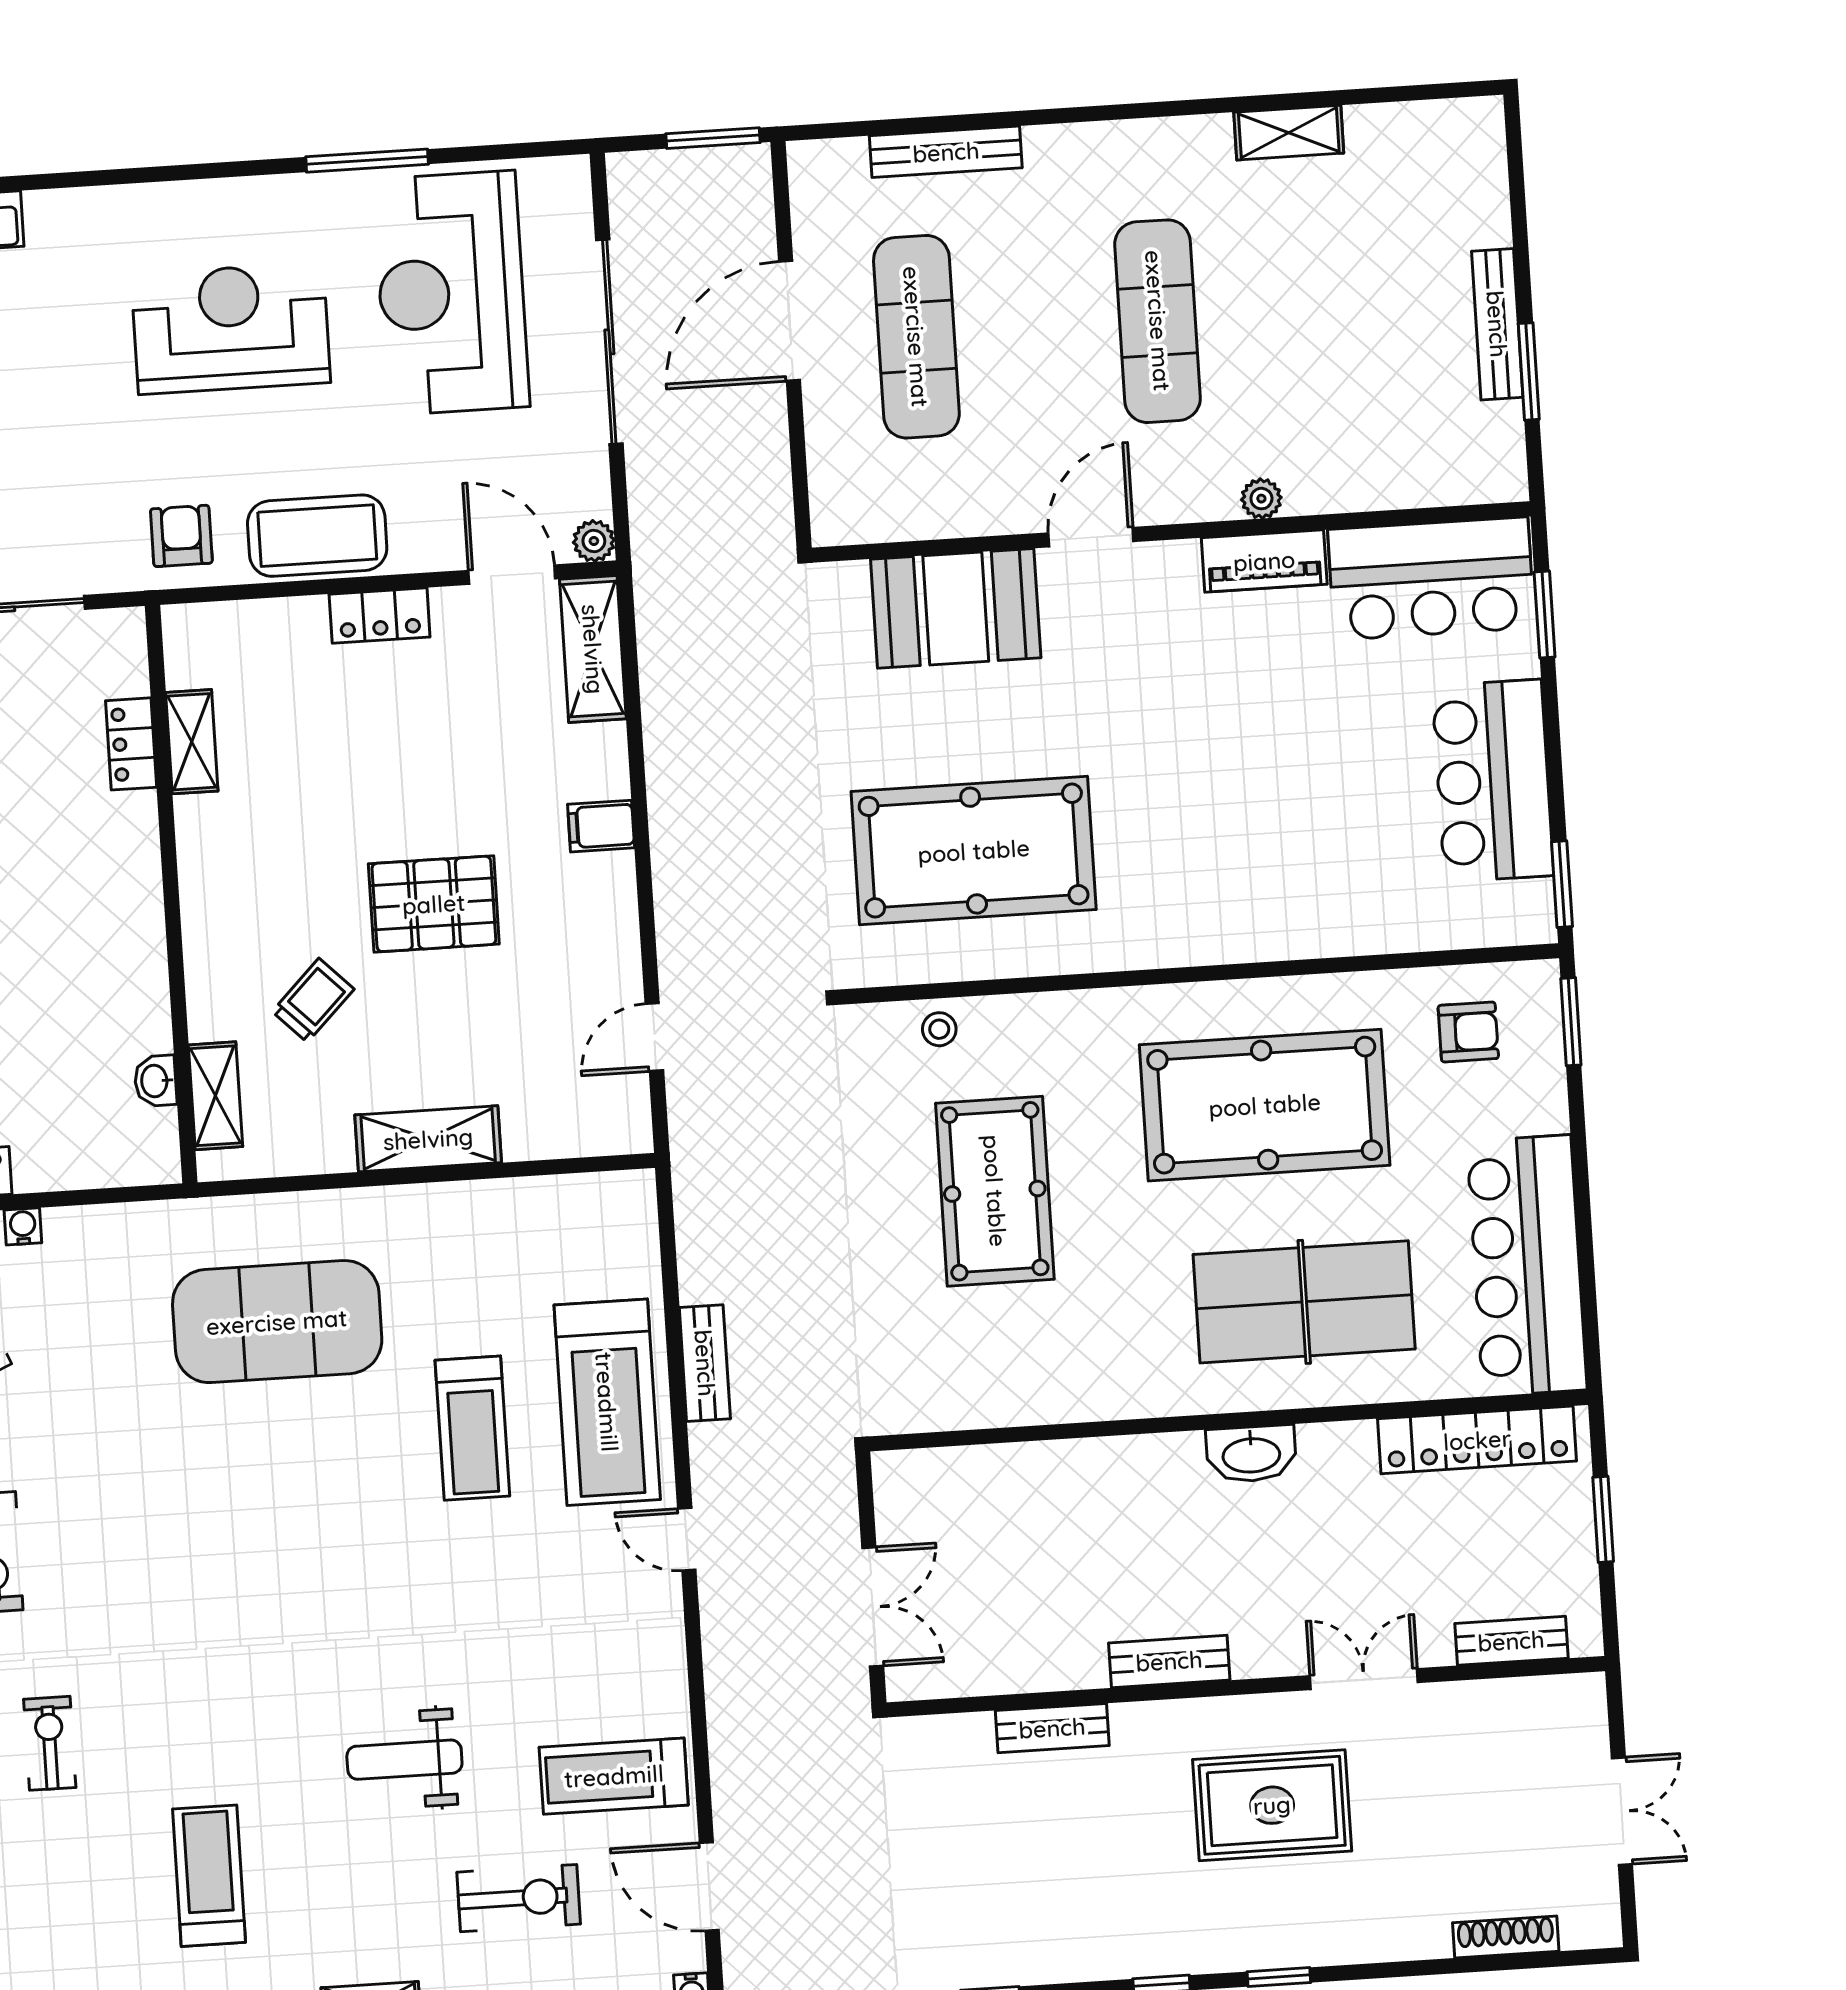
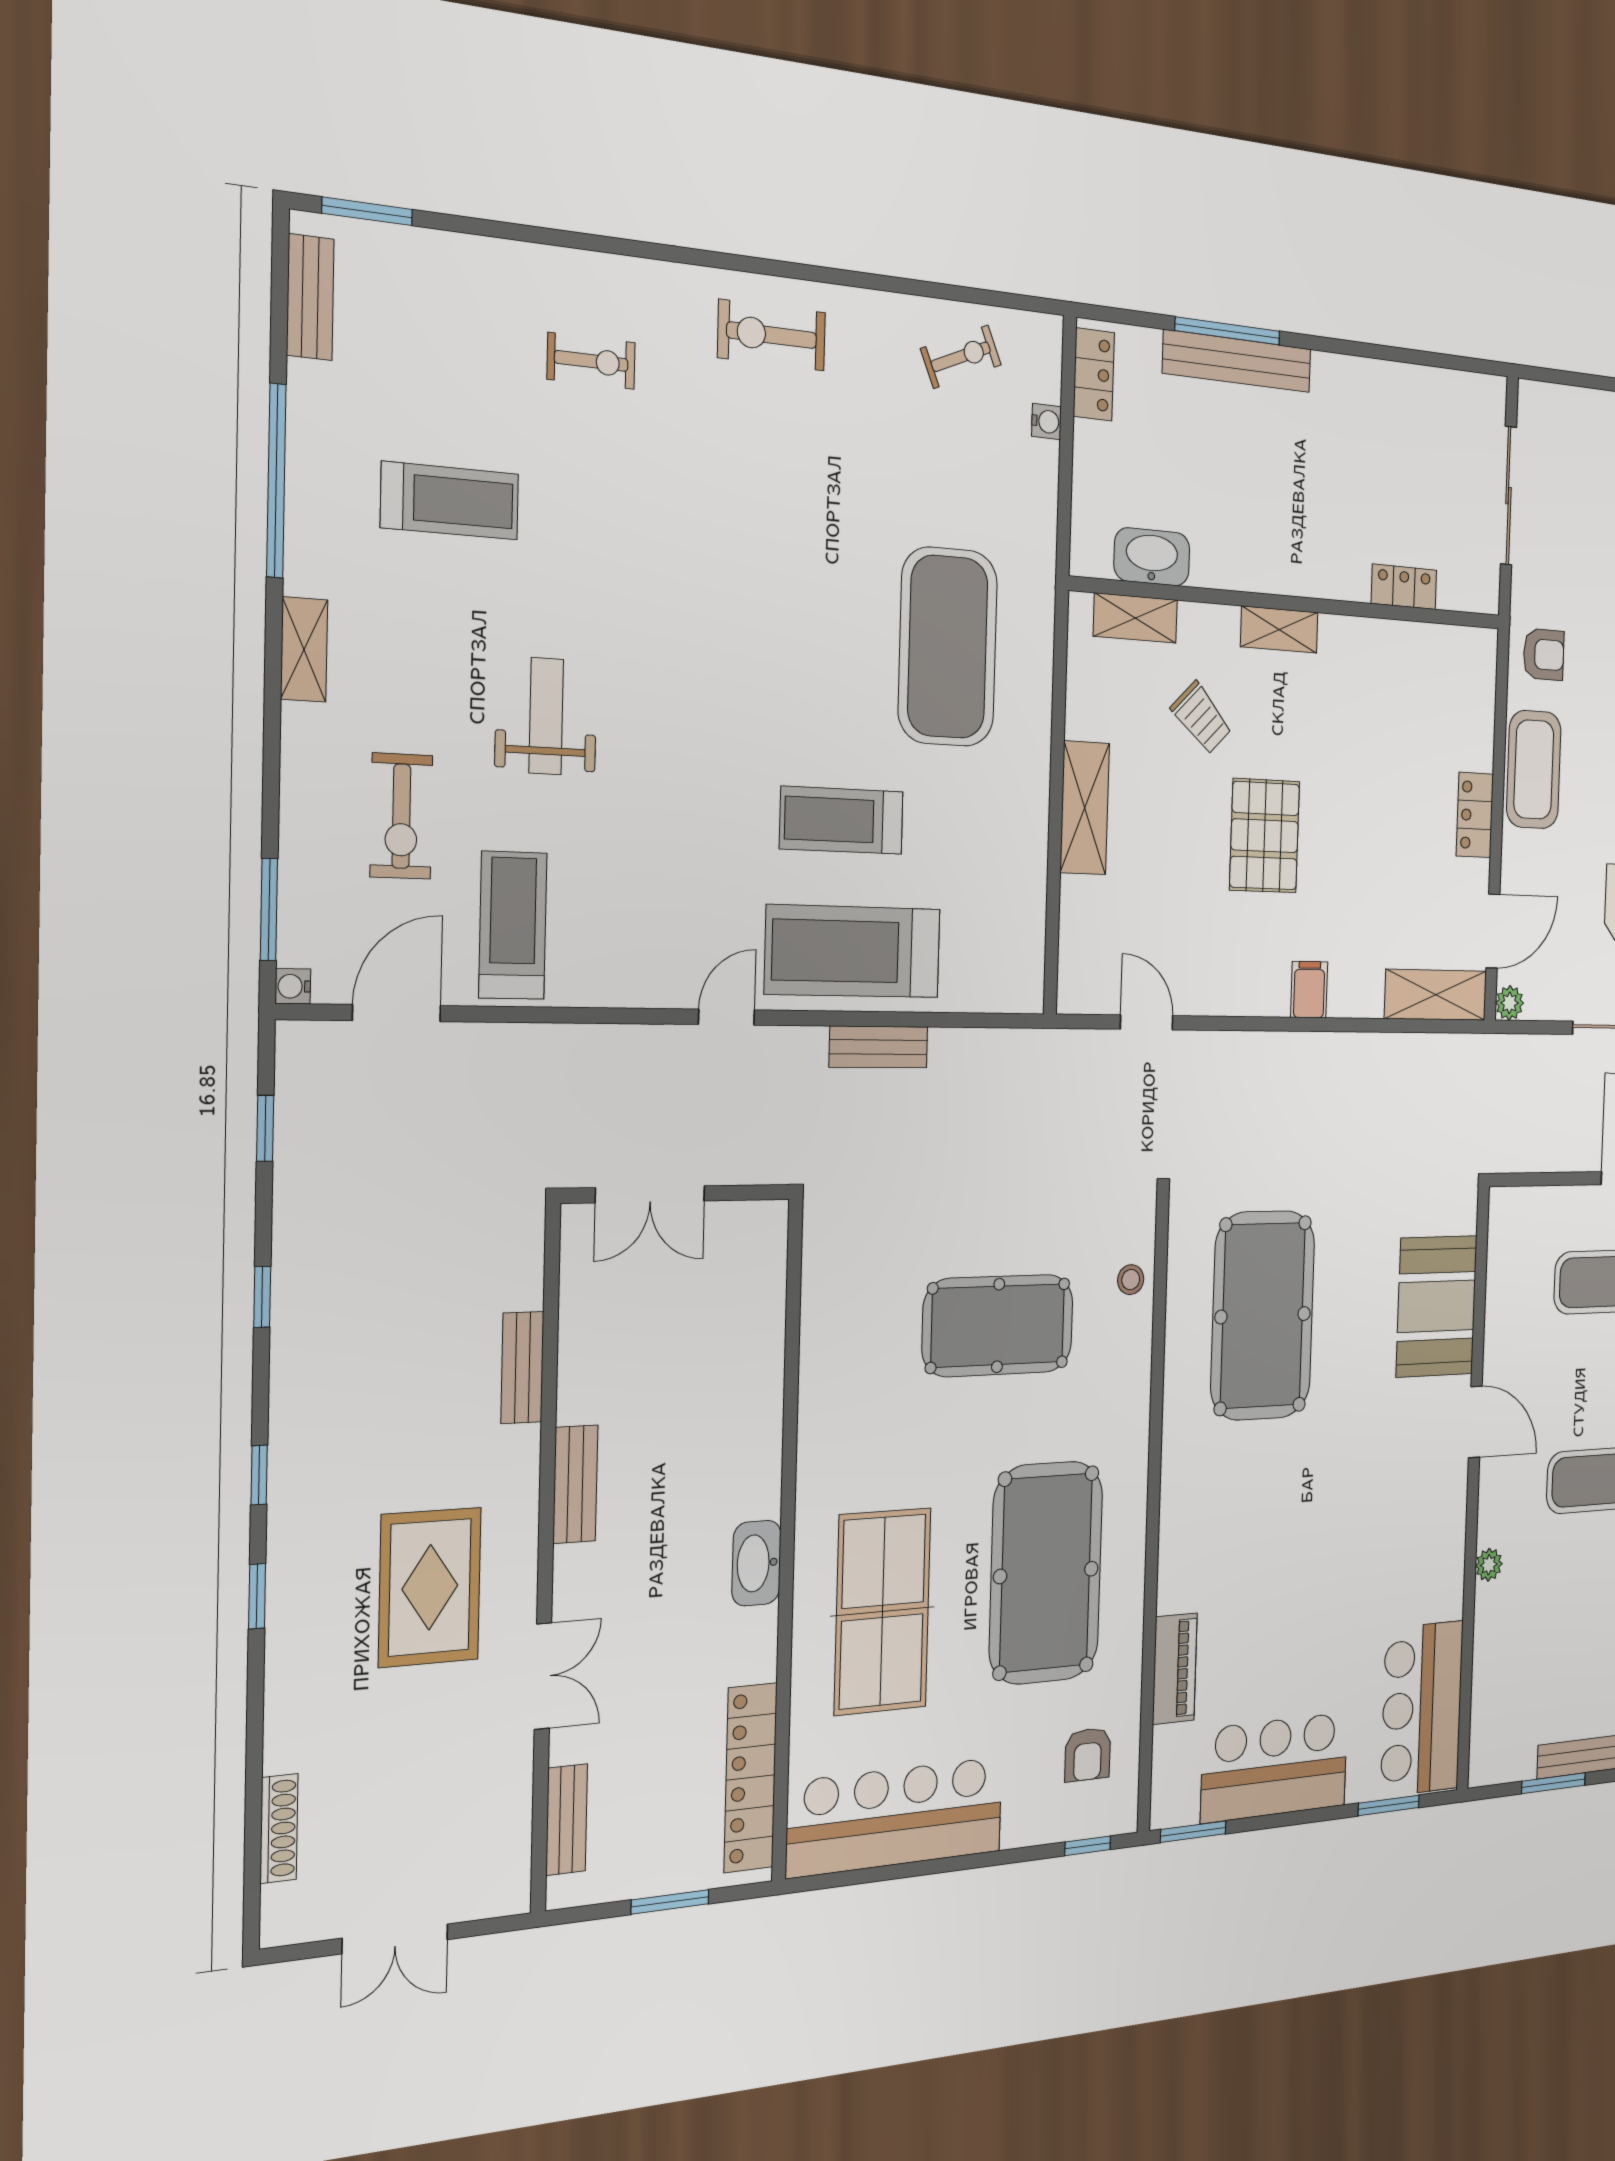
piano: (1264, 561) -> (1175, 1669), moved, turned 180
shelving: (192, 742) -> (1279, 630), moved
window: (1571, 1022) -> (1088, 1846), width x0.67
washbasin: (155, 1081) -> (1152, 557), width x1.91, depth x1.45

